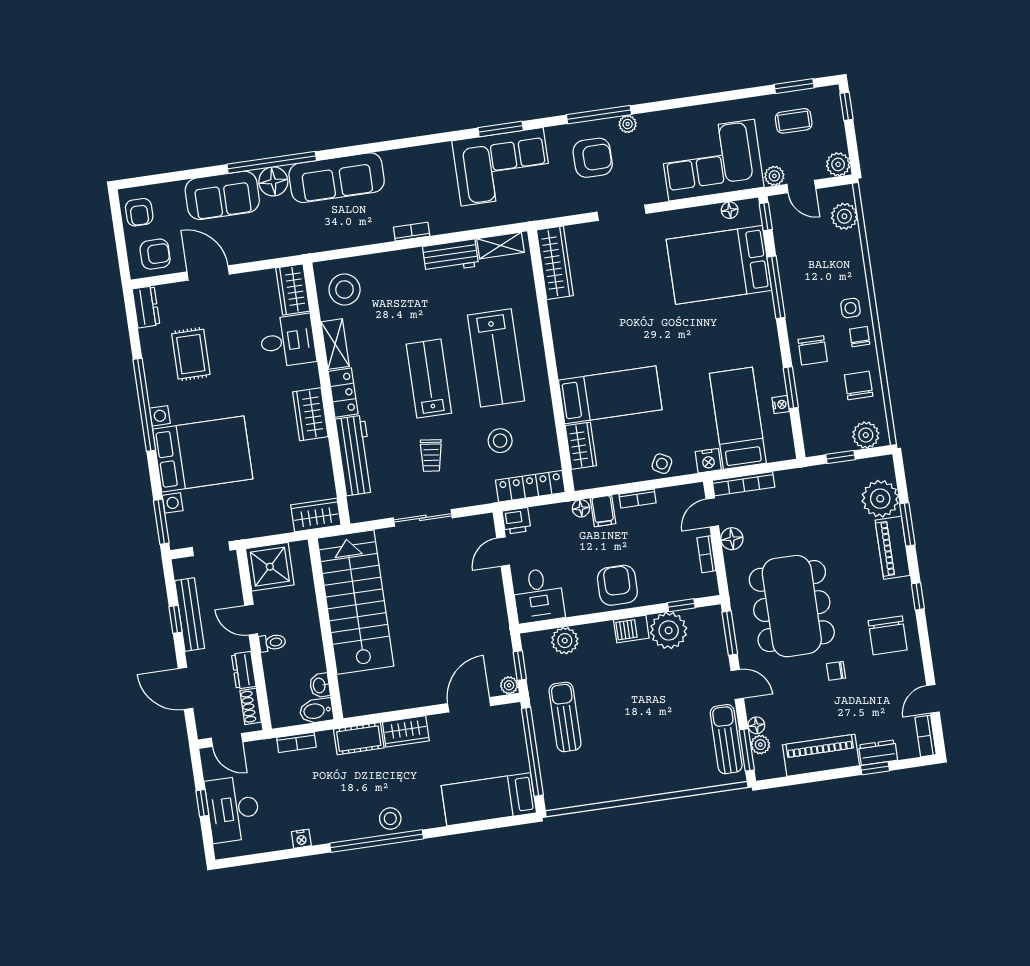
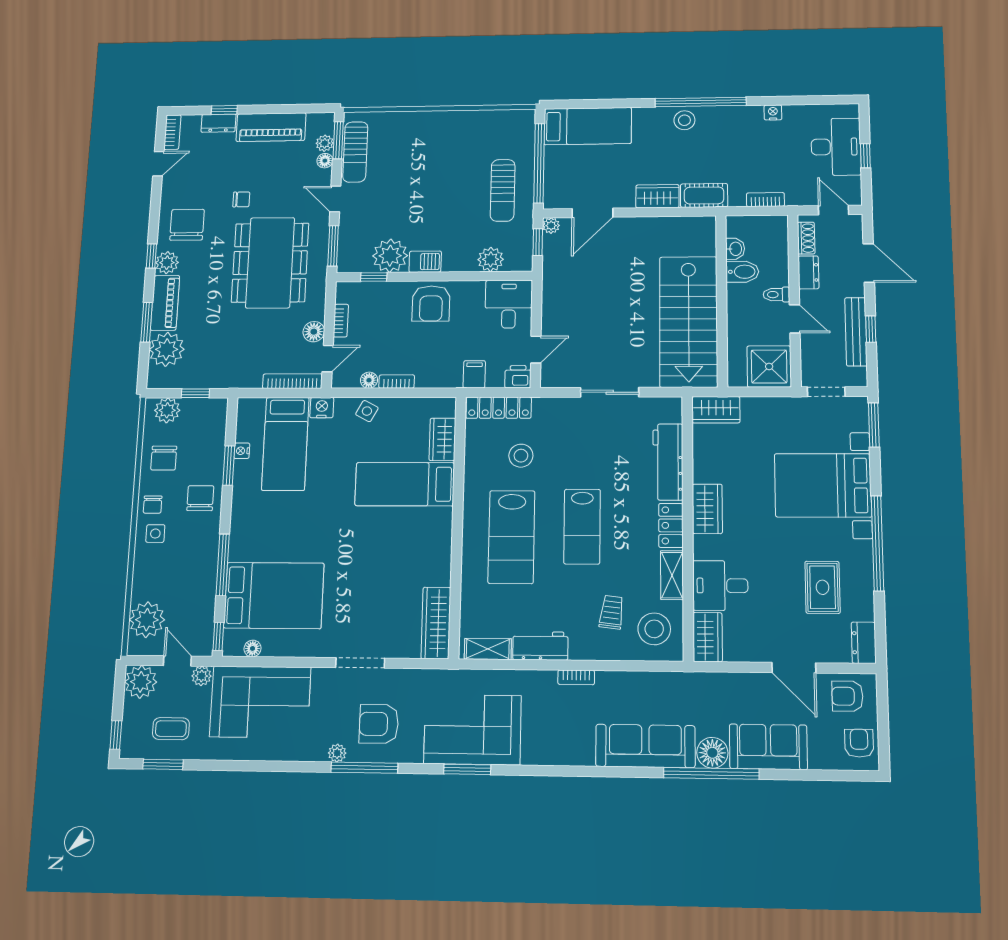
plant: (838, 164) -> (141, 682), width x1.36, depth x1.36
plant: (844, 216) -> (147, 620), width x1.36, depth x1.36
lab bench: (496, 358) -> (511, 537), turned 180
trolley: (431, 456) -> (612, 612), moved
floor lamp: (581, 508) -> (369, 380), moved
filing cabinet: (603, 511) -> (474, 374), moved
plant: (900, 591) -> (167, 263), added
bidet: (316, 711) -> (742, 272), moved

